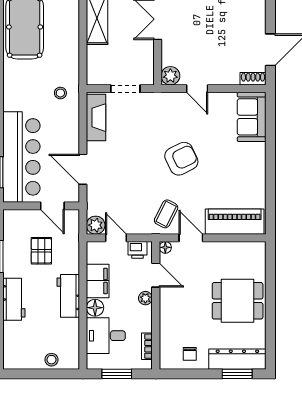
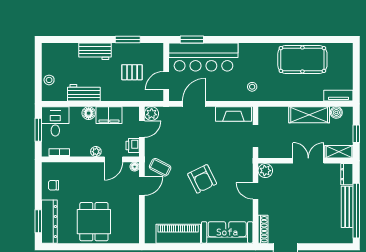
shoe rack: (253, 79) -> (263, 229), width x1.43
door: (197, 89) -> (256, 191), hinge flipped
sofa: (252, 117) -> (227, 232), width x1.36
piano: (235, 222) -> (178, 234), moved, turned -90
workbench: (68, 296) -> (84, 93), moved
desk: (106, 336) -> (55, 121), moved

